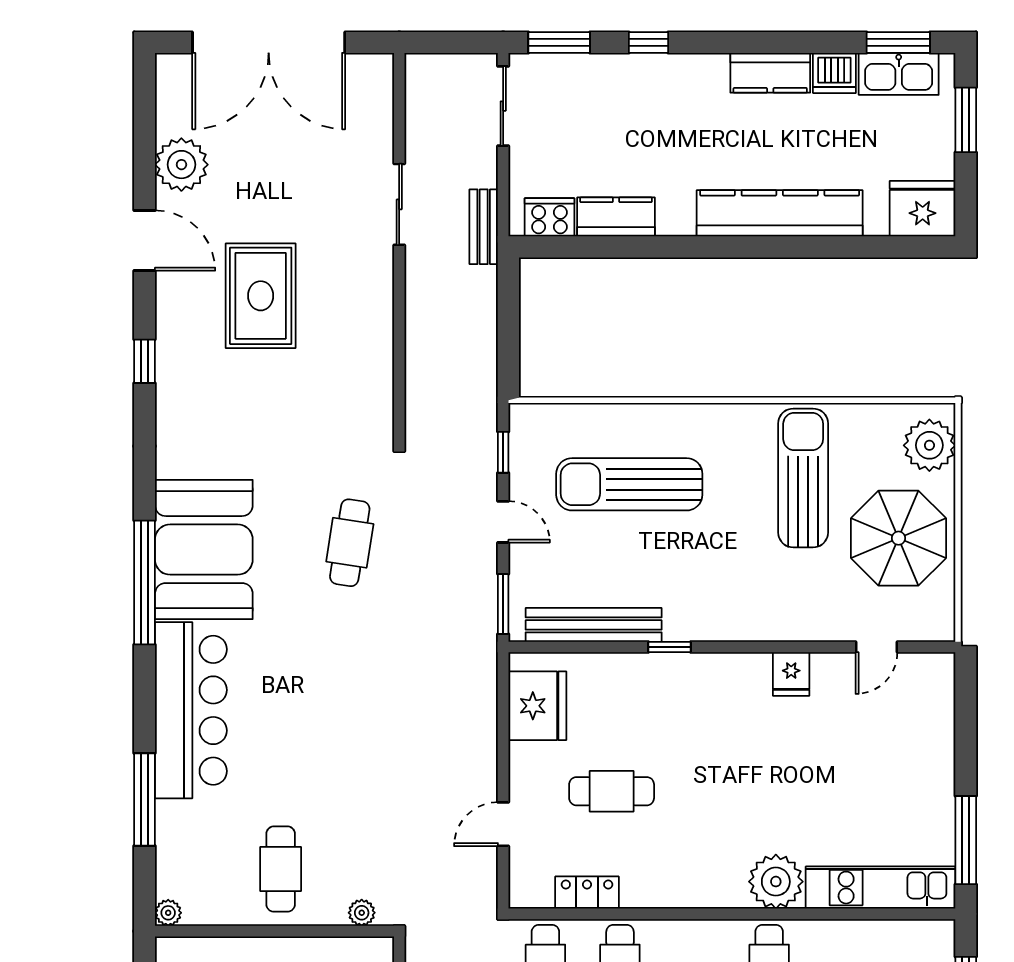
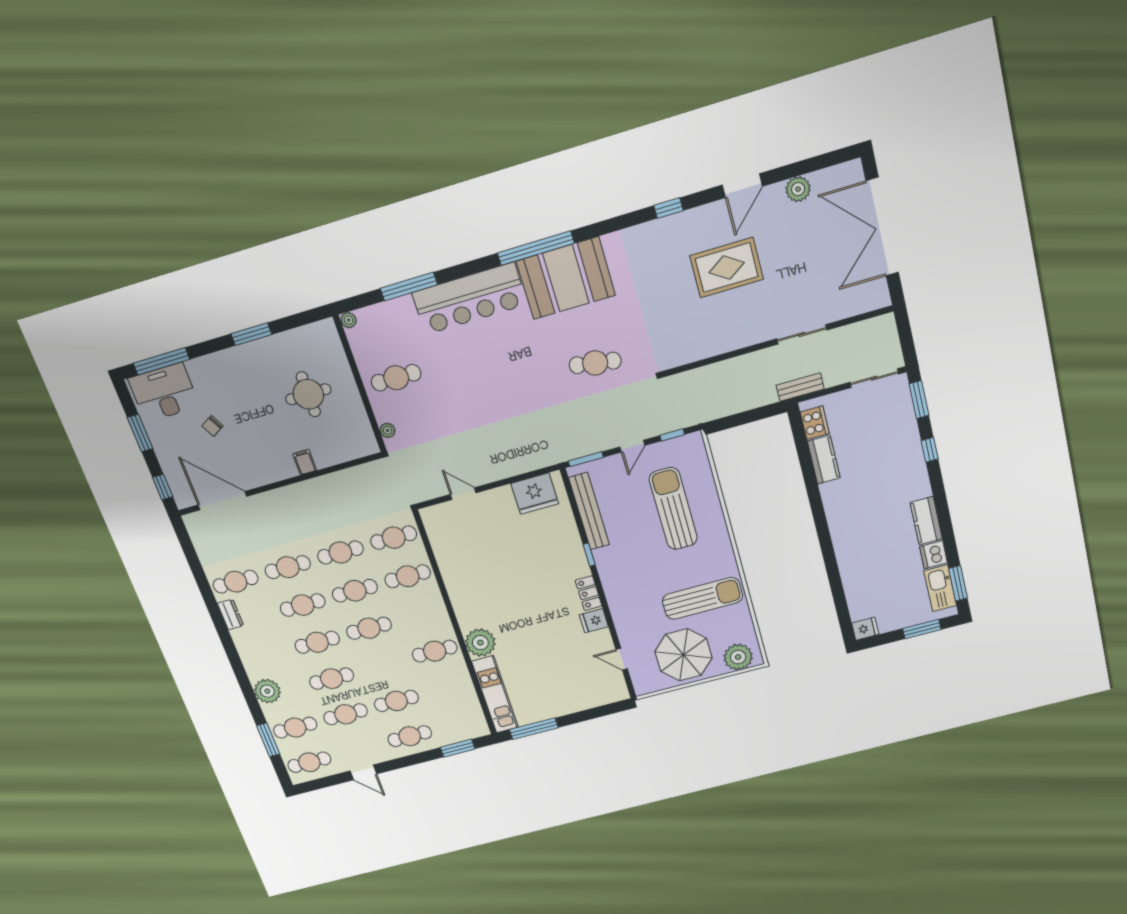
plant: (181, 165) -> (798, 189), width x0.73, depth x0.73
fridge: (923, 209) -> (865, 629), width x0.53, depth x0.75
kitchen counter: (780, 213) -> (847, 547), removed
cafe table: (612, 791) -> (501, 546), removed
locker: (587, 893) -> (589, 593), moved, turned 180

